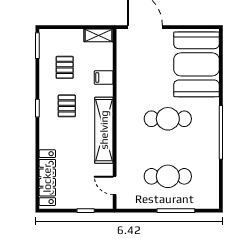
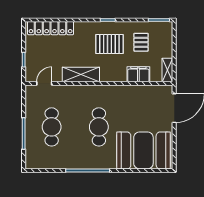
pallet: (65, 67) -> (141, 42), turned 90
filing cabinet: (104, 78) -> (138, 74), width x2.00
pallet: (67, 106) -> (109, 44), width x1.50, depth x1.42
shelving: (104, 130) -> (81, 74), width x0.68

